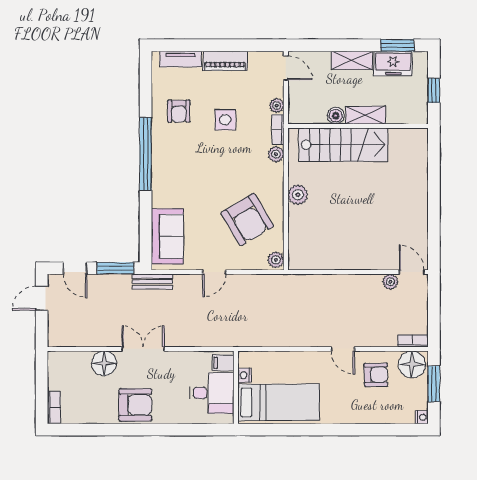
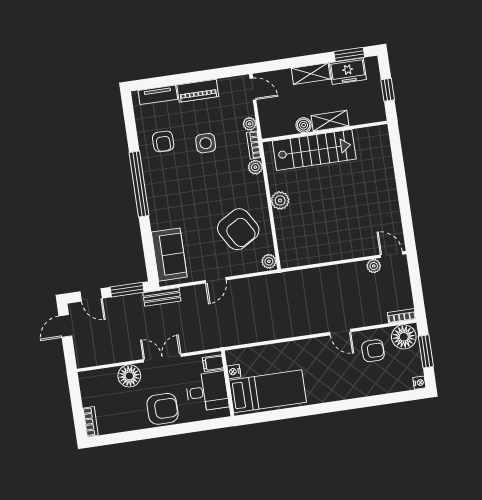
filing cabinet: (223, 363) -> (213, 363), moved
nightstand: (245, 375) -> (234, 371), moved
wall: (236, 387) -> (228, 383), moved
desk: (212, 393) -> (207, 392), moved
bed: (279, 402) -> (268, 391), moved

